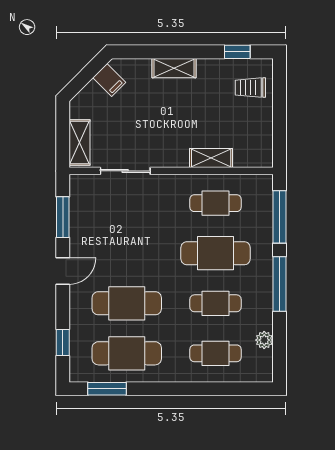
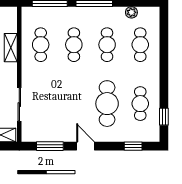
cafe table: (216, 253) -> (74, 45), width x0.73, depth x0.74
cafe table: (127, 353) -> (140, 104), width x0.73, depth x0.74
window: (107, 389) -> (164, 117), width x0.67

